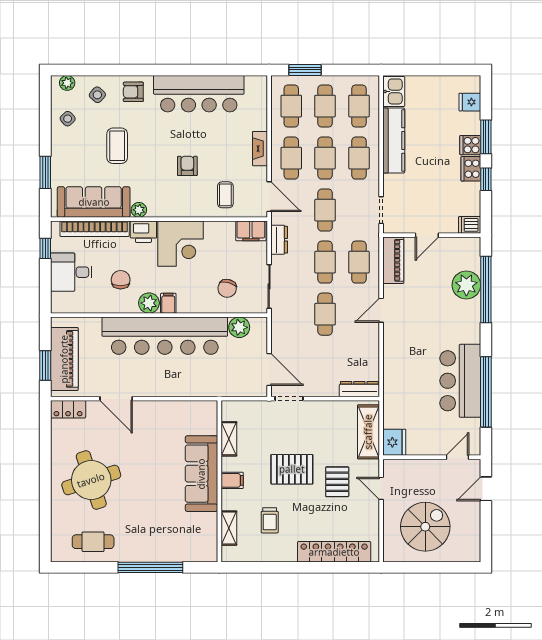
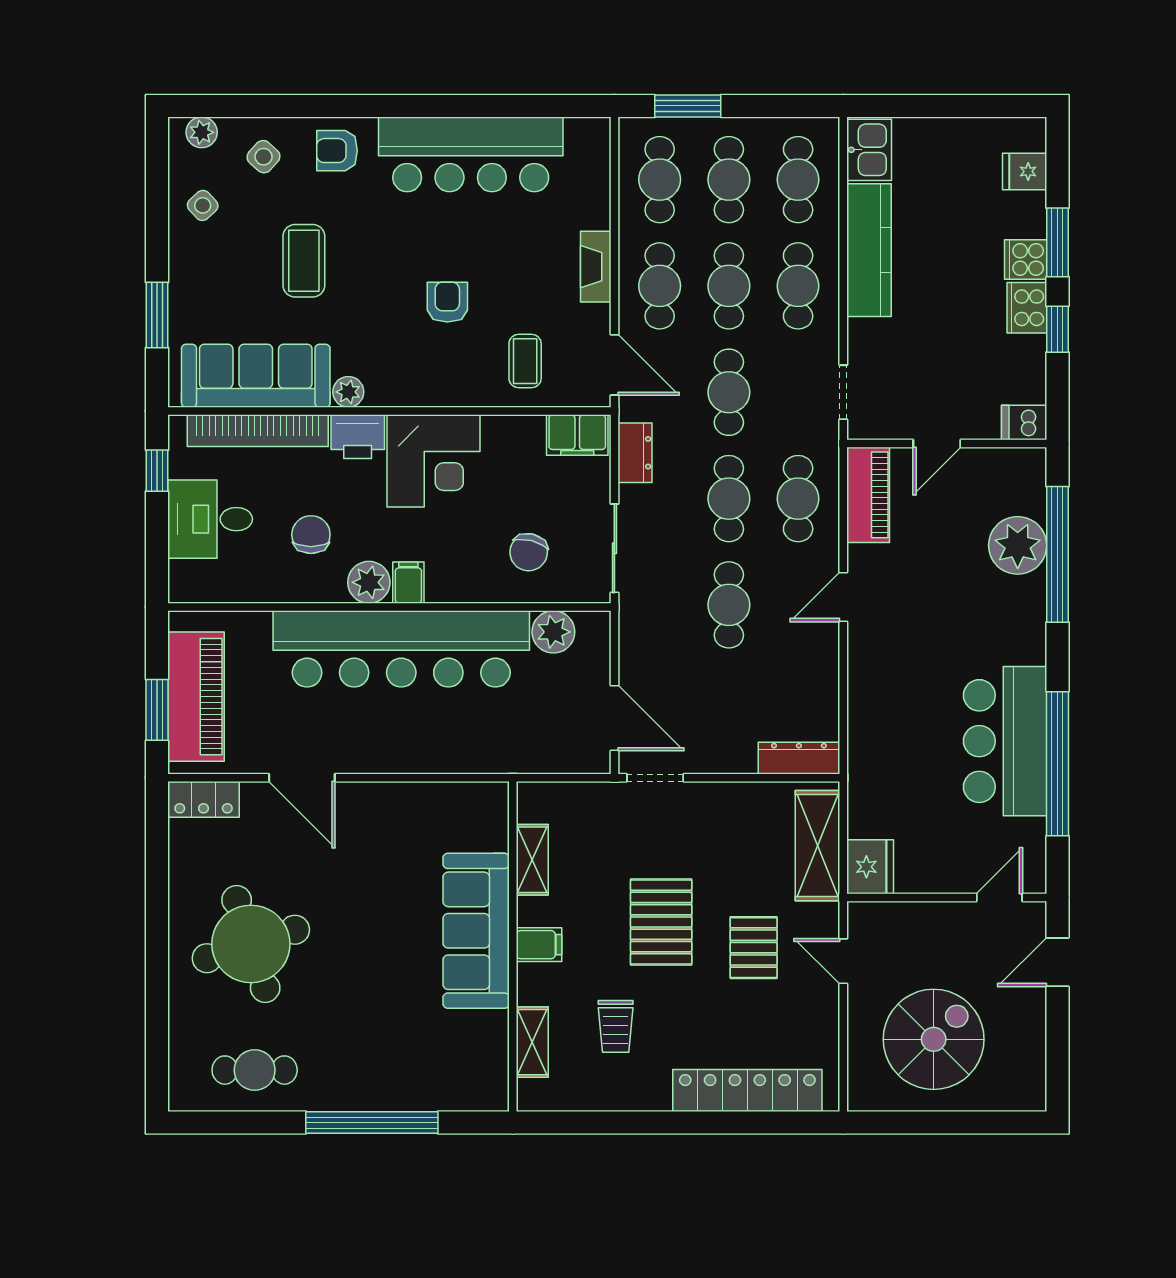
pallet: (292, 469) -> (661, 922), turned 90

